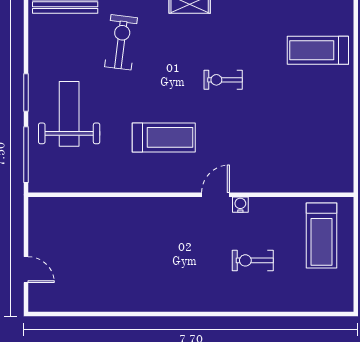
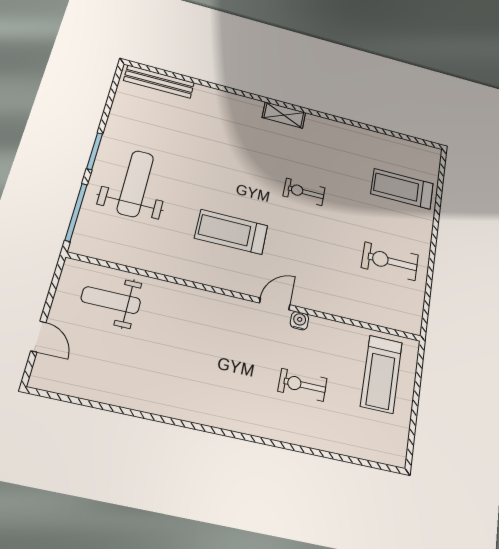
exercise bike: (121, 42) -> (390, 261), moved, turned -97
treadmill: (164, 137) -> (231, 232), turned 180
weight bench: (75, 225) -> (111, 300), added

